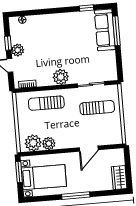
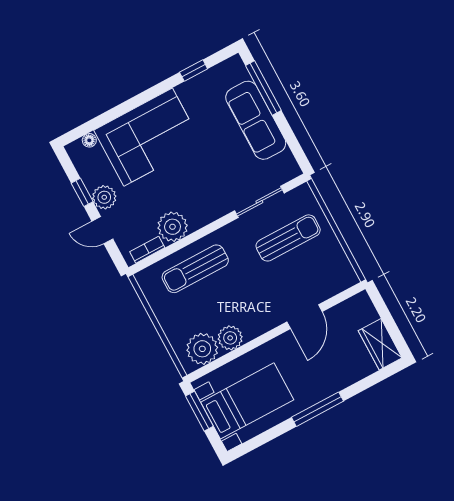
corner sofa: (51, 30) -> (148, 137), added
sofa: (105, 30) -> (256, 120), moved
plant: (61, 77) -> (173, 227), moved

